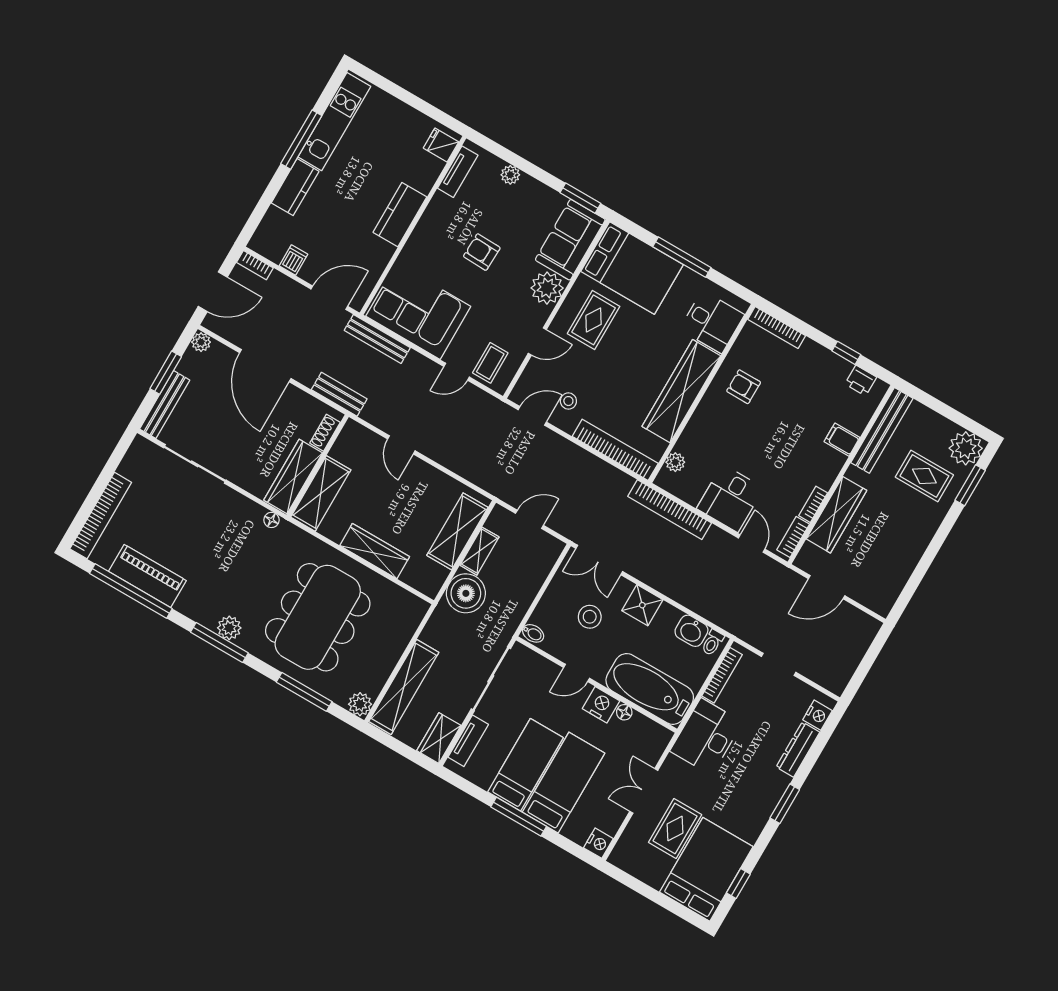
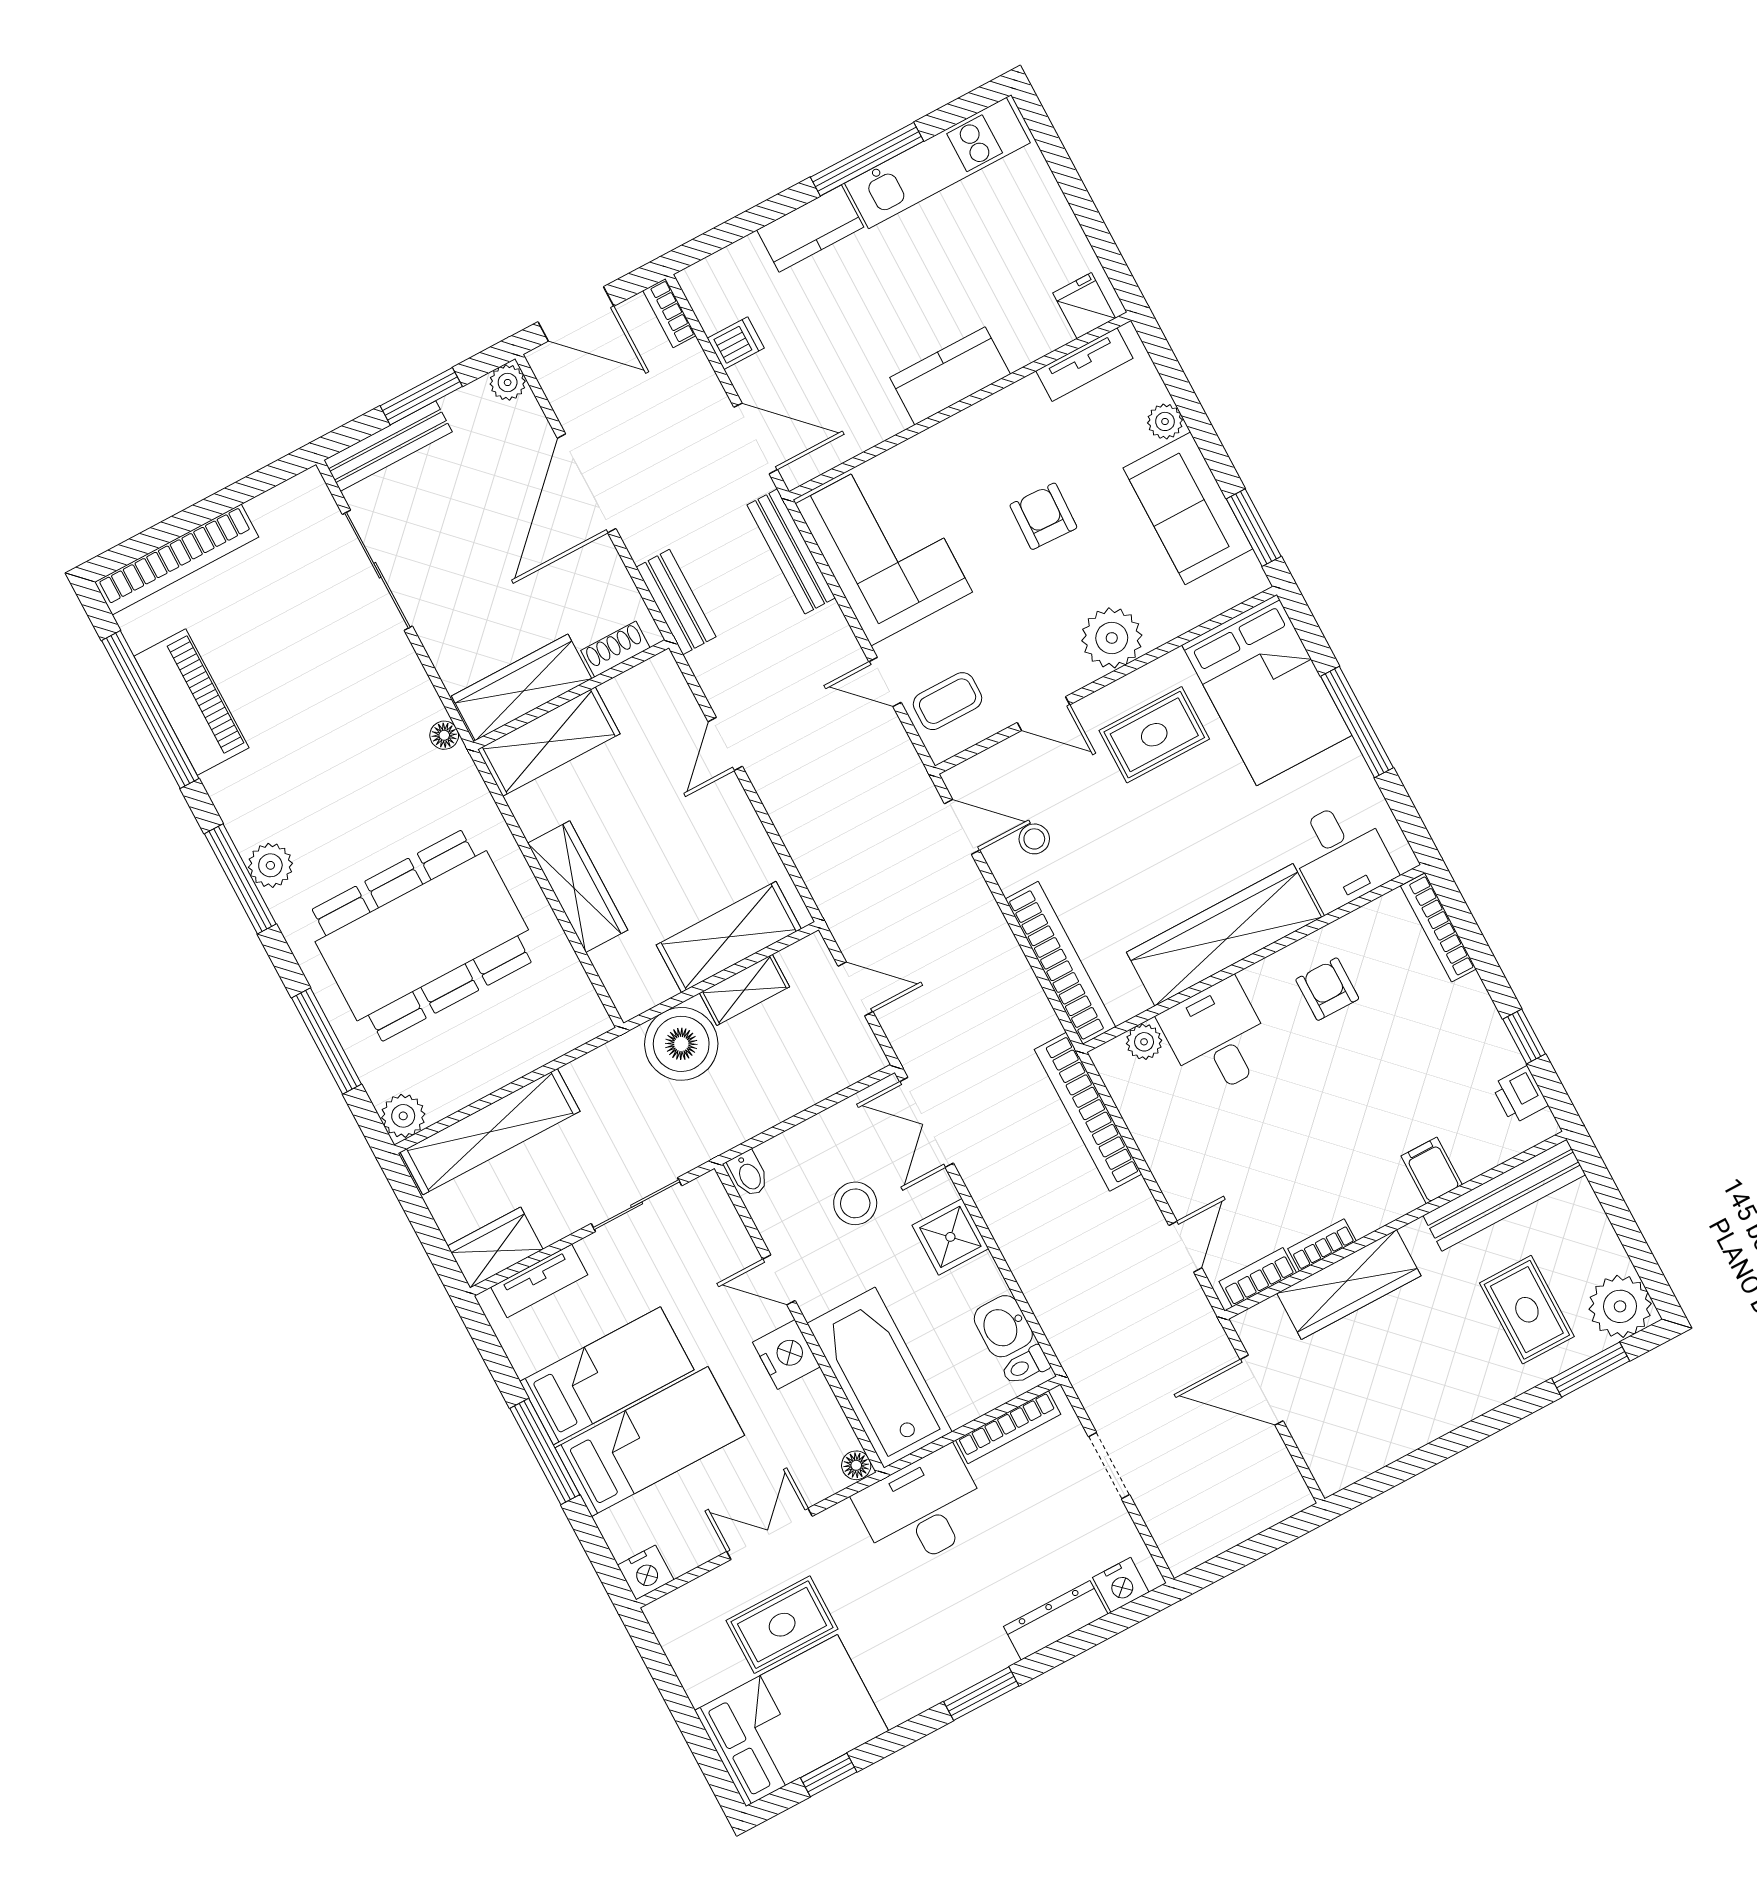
sofa: (570, 240) -> (1188, 508), moved, turned -90
desk: (730, 498) -> (1217, 1038), moved, turned 90
sliding door: (491, 679) -> (637, 1205), width x0.73
floor lamp: (624, 712) -> (856, 1465), moved

